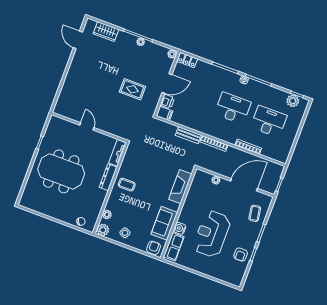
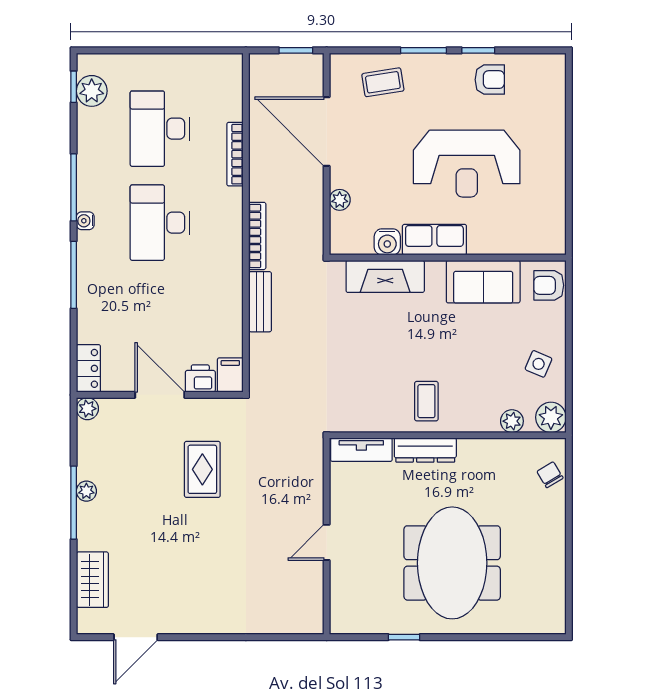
water cooler: (180, 228) -> (387, 242), moved
row of seats: (174, 247) -> (434, 240), moved

